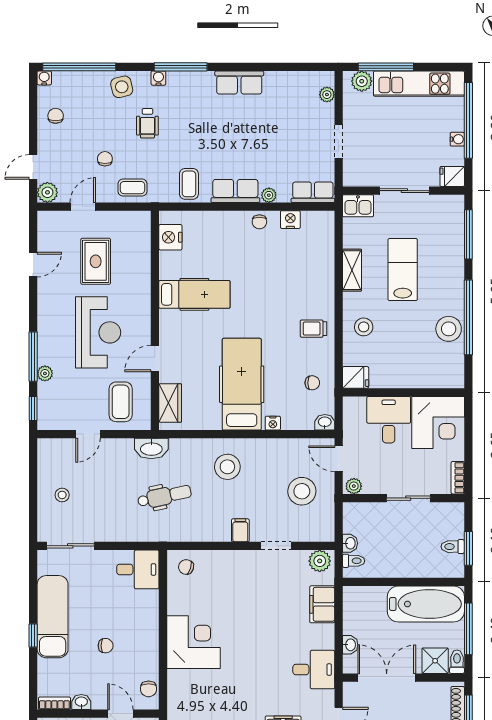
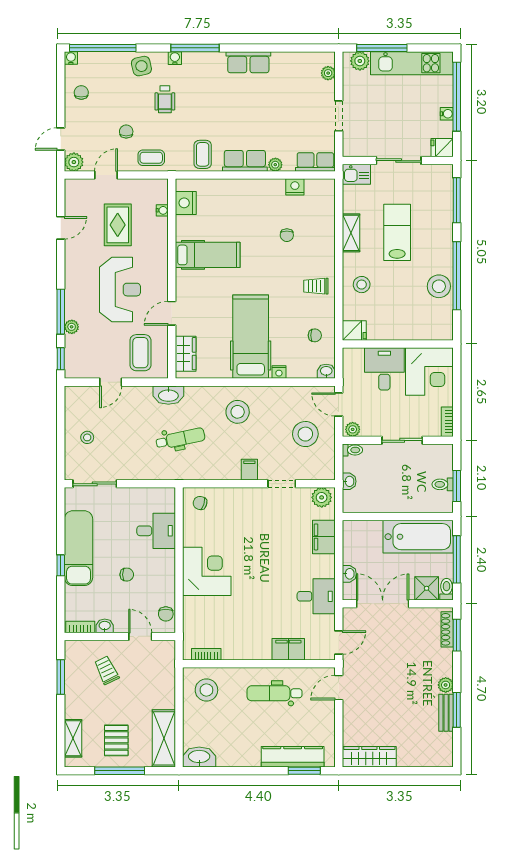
chair: (259, 222) -> (287, 235), moved
water cooler: (145, 245) -> (162, 210), added
toilet: (354, 561) -> (352, 450), moved
desk: (138, 569) -> (156, 531), moved

